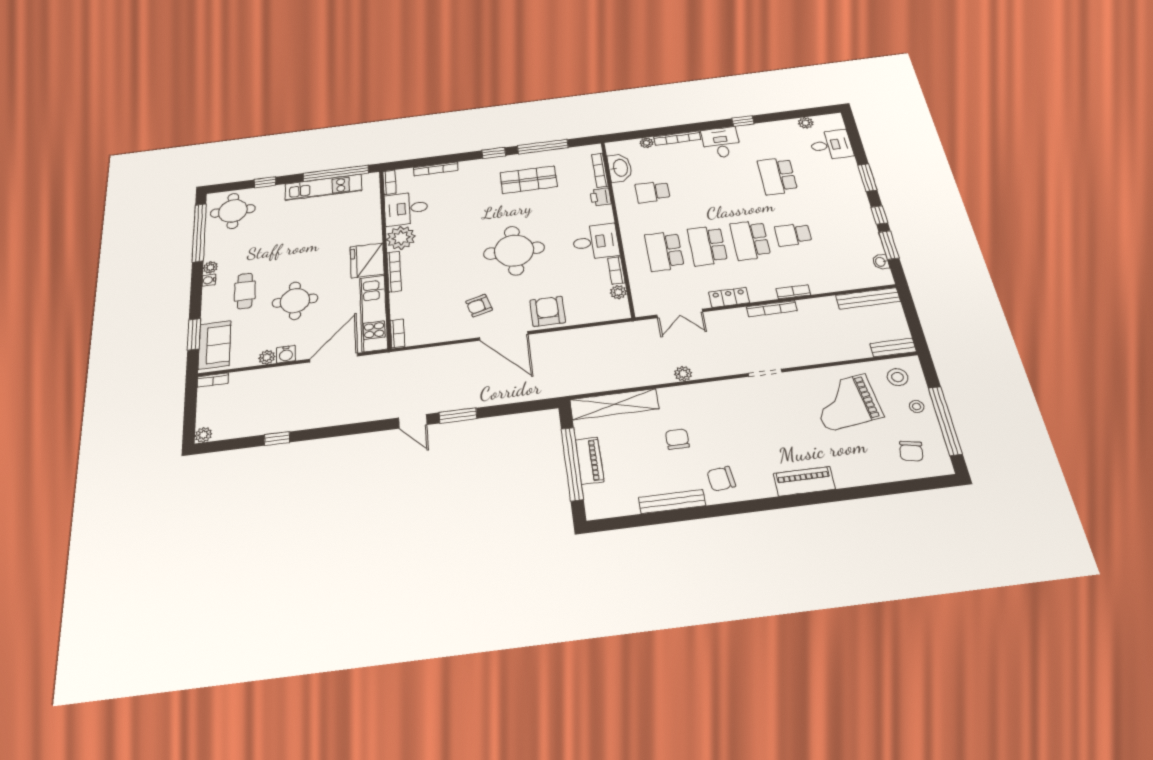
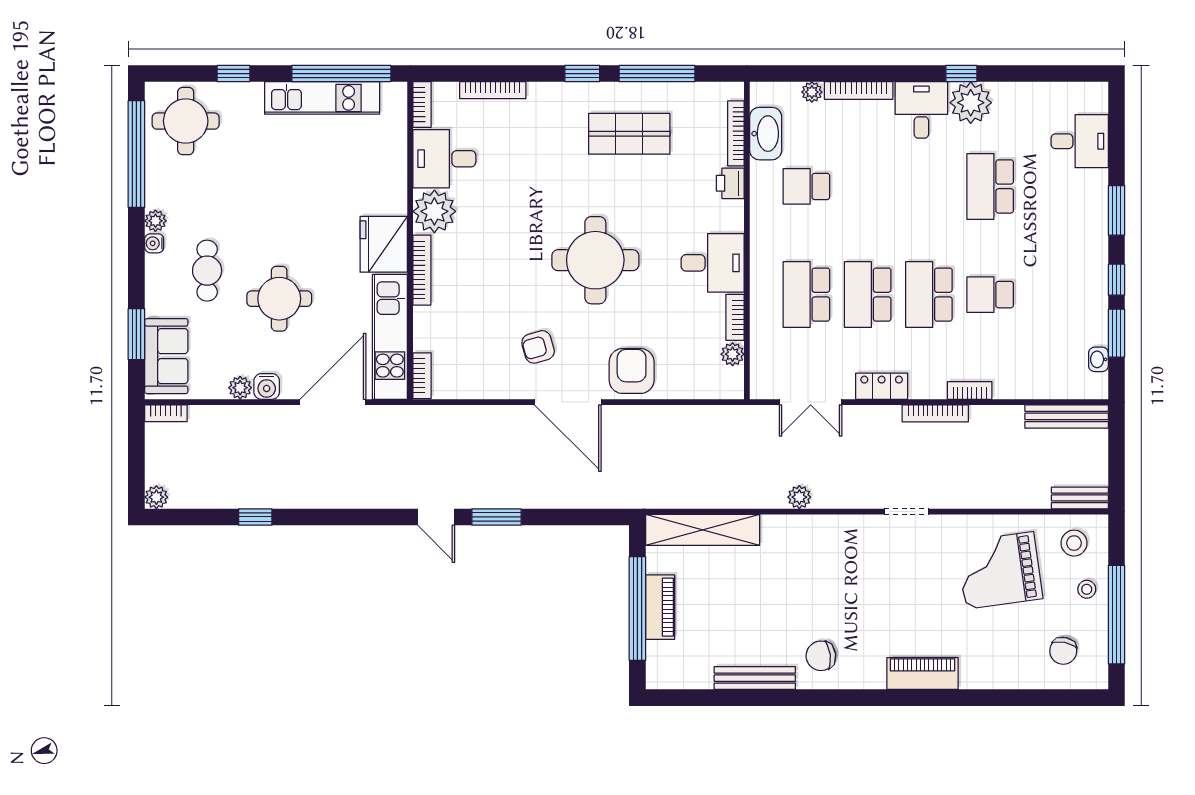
plant: (806, 123) -> (971, 103), moved, width x1.87, depth x1.87
chair: (677, 439) -> (776, 592), removed

